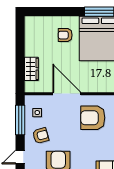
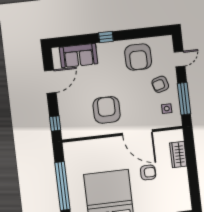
armchair: (65, 35) -> (148, 172), moved
armchair: (93, 118) -> (107, 110), turned -90

